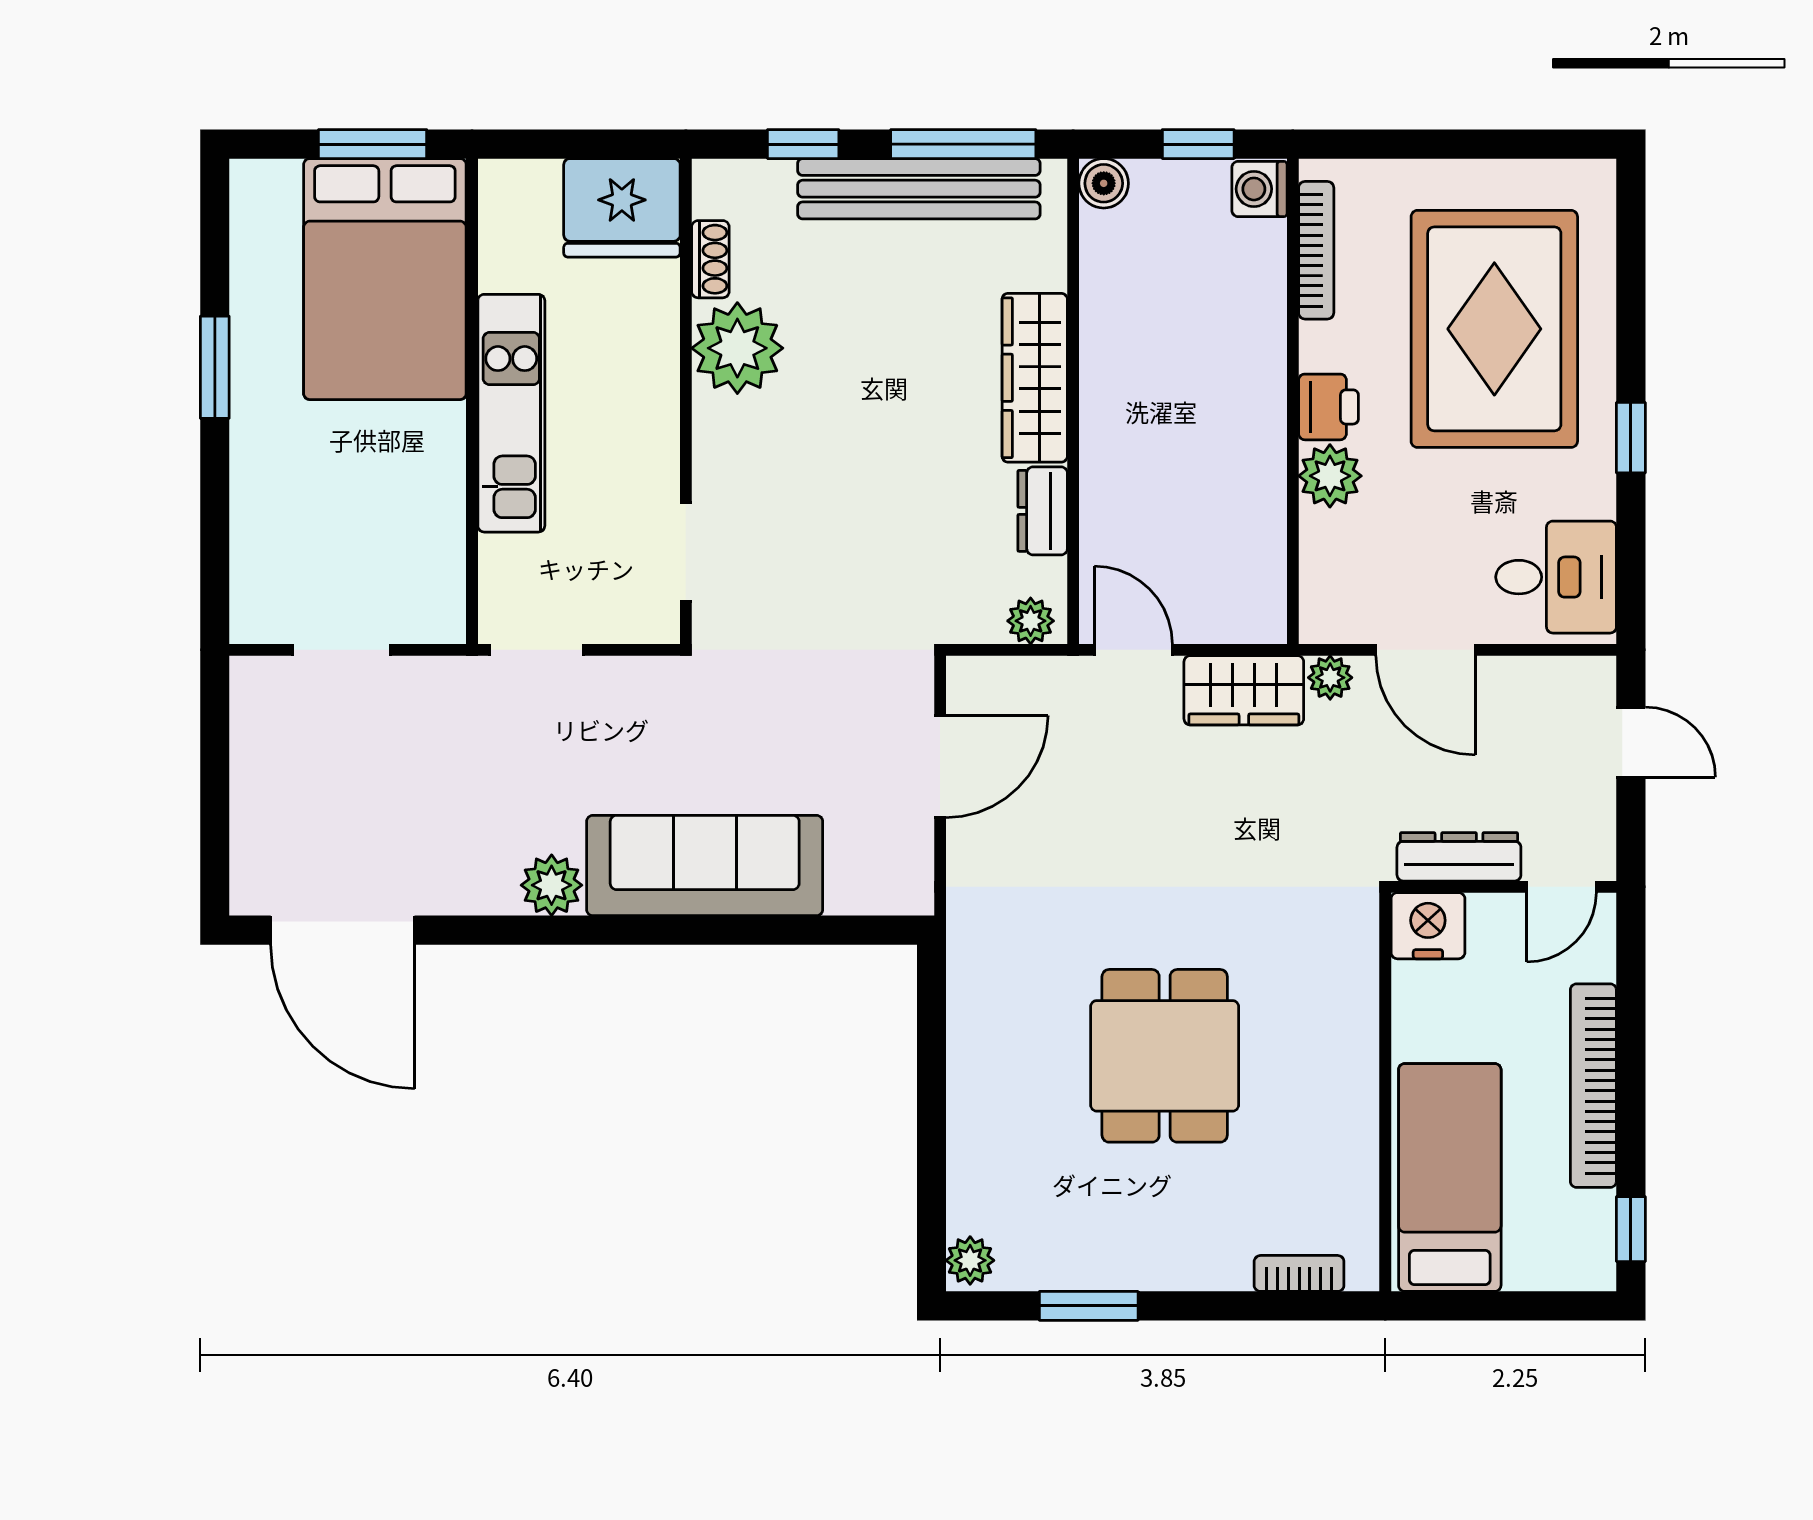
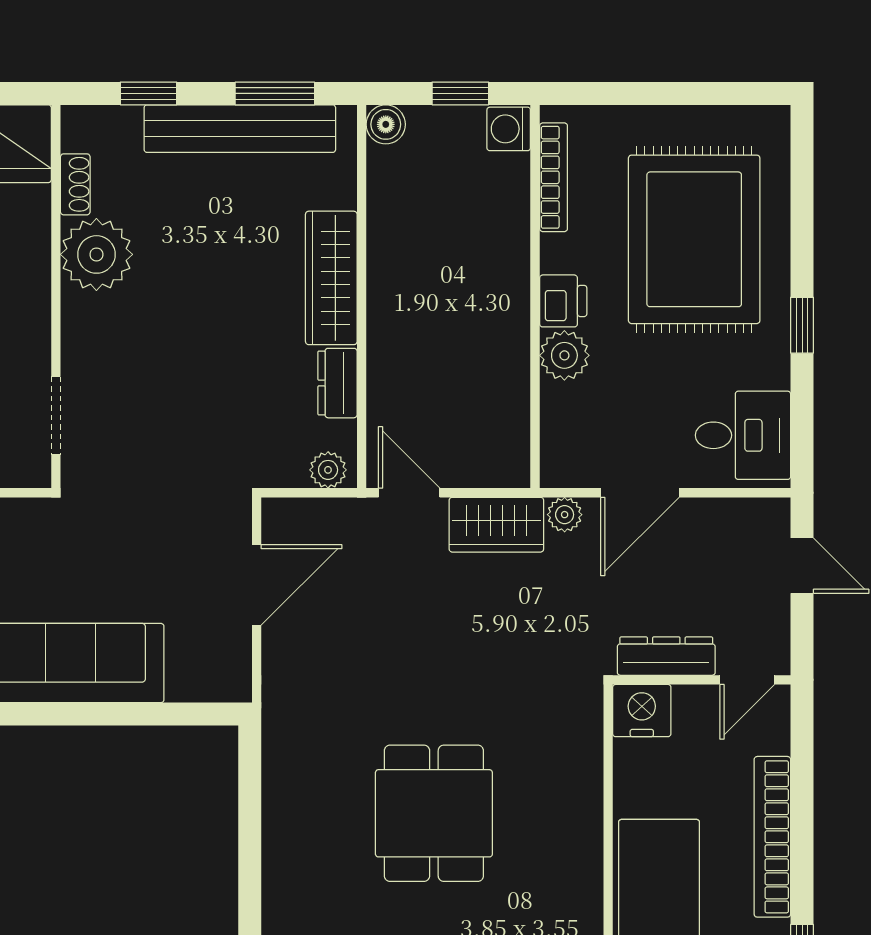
window: (963, 144) -> (275, 93), width x0.69
door: (1426, 650) -> (640, 493), hinge flipped

